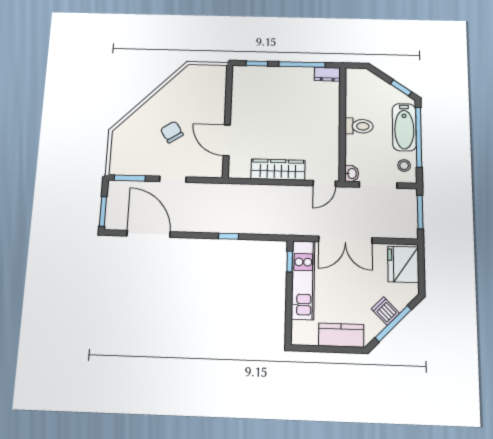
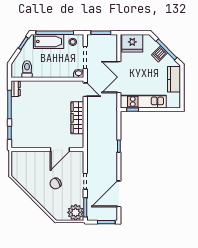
toilet: (359, 126) -> (27, 69), moved
plant: (123, 162) -> (76, 212), added
double door: (345, 240) -> (119, 77), swing flipped

